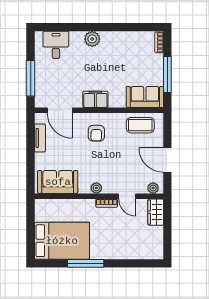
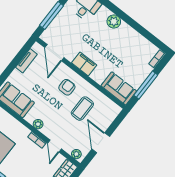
coffee table: (140, 125) -> (82, 109), moved, turned 90
armchair: (96, 133) -> (67, 87), turned 180

